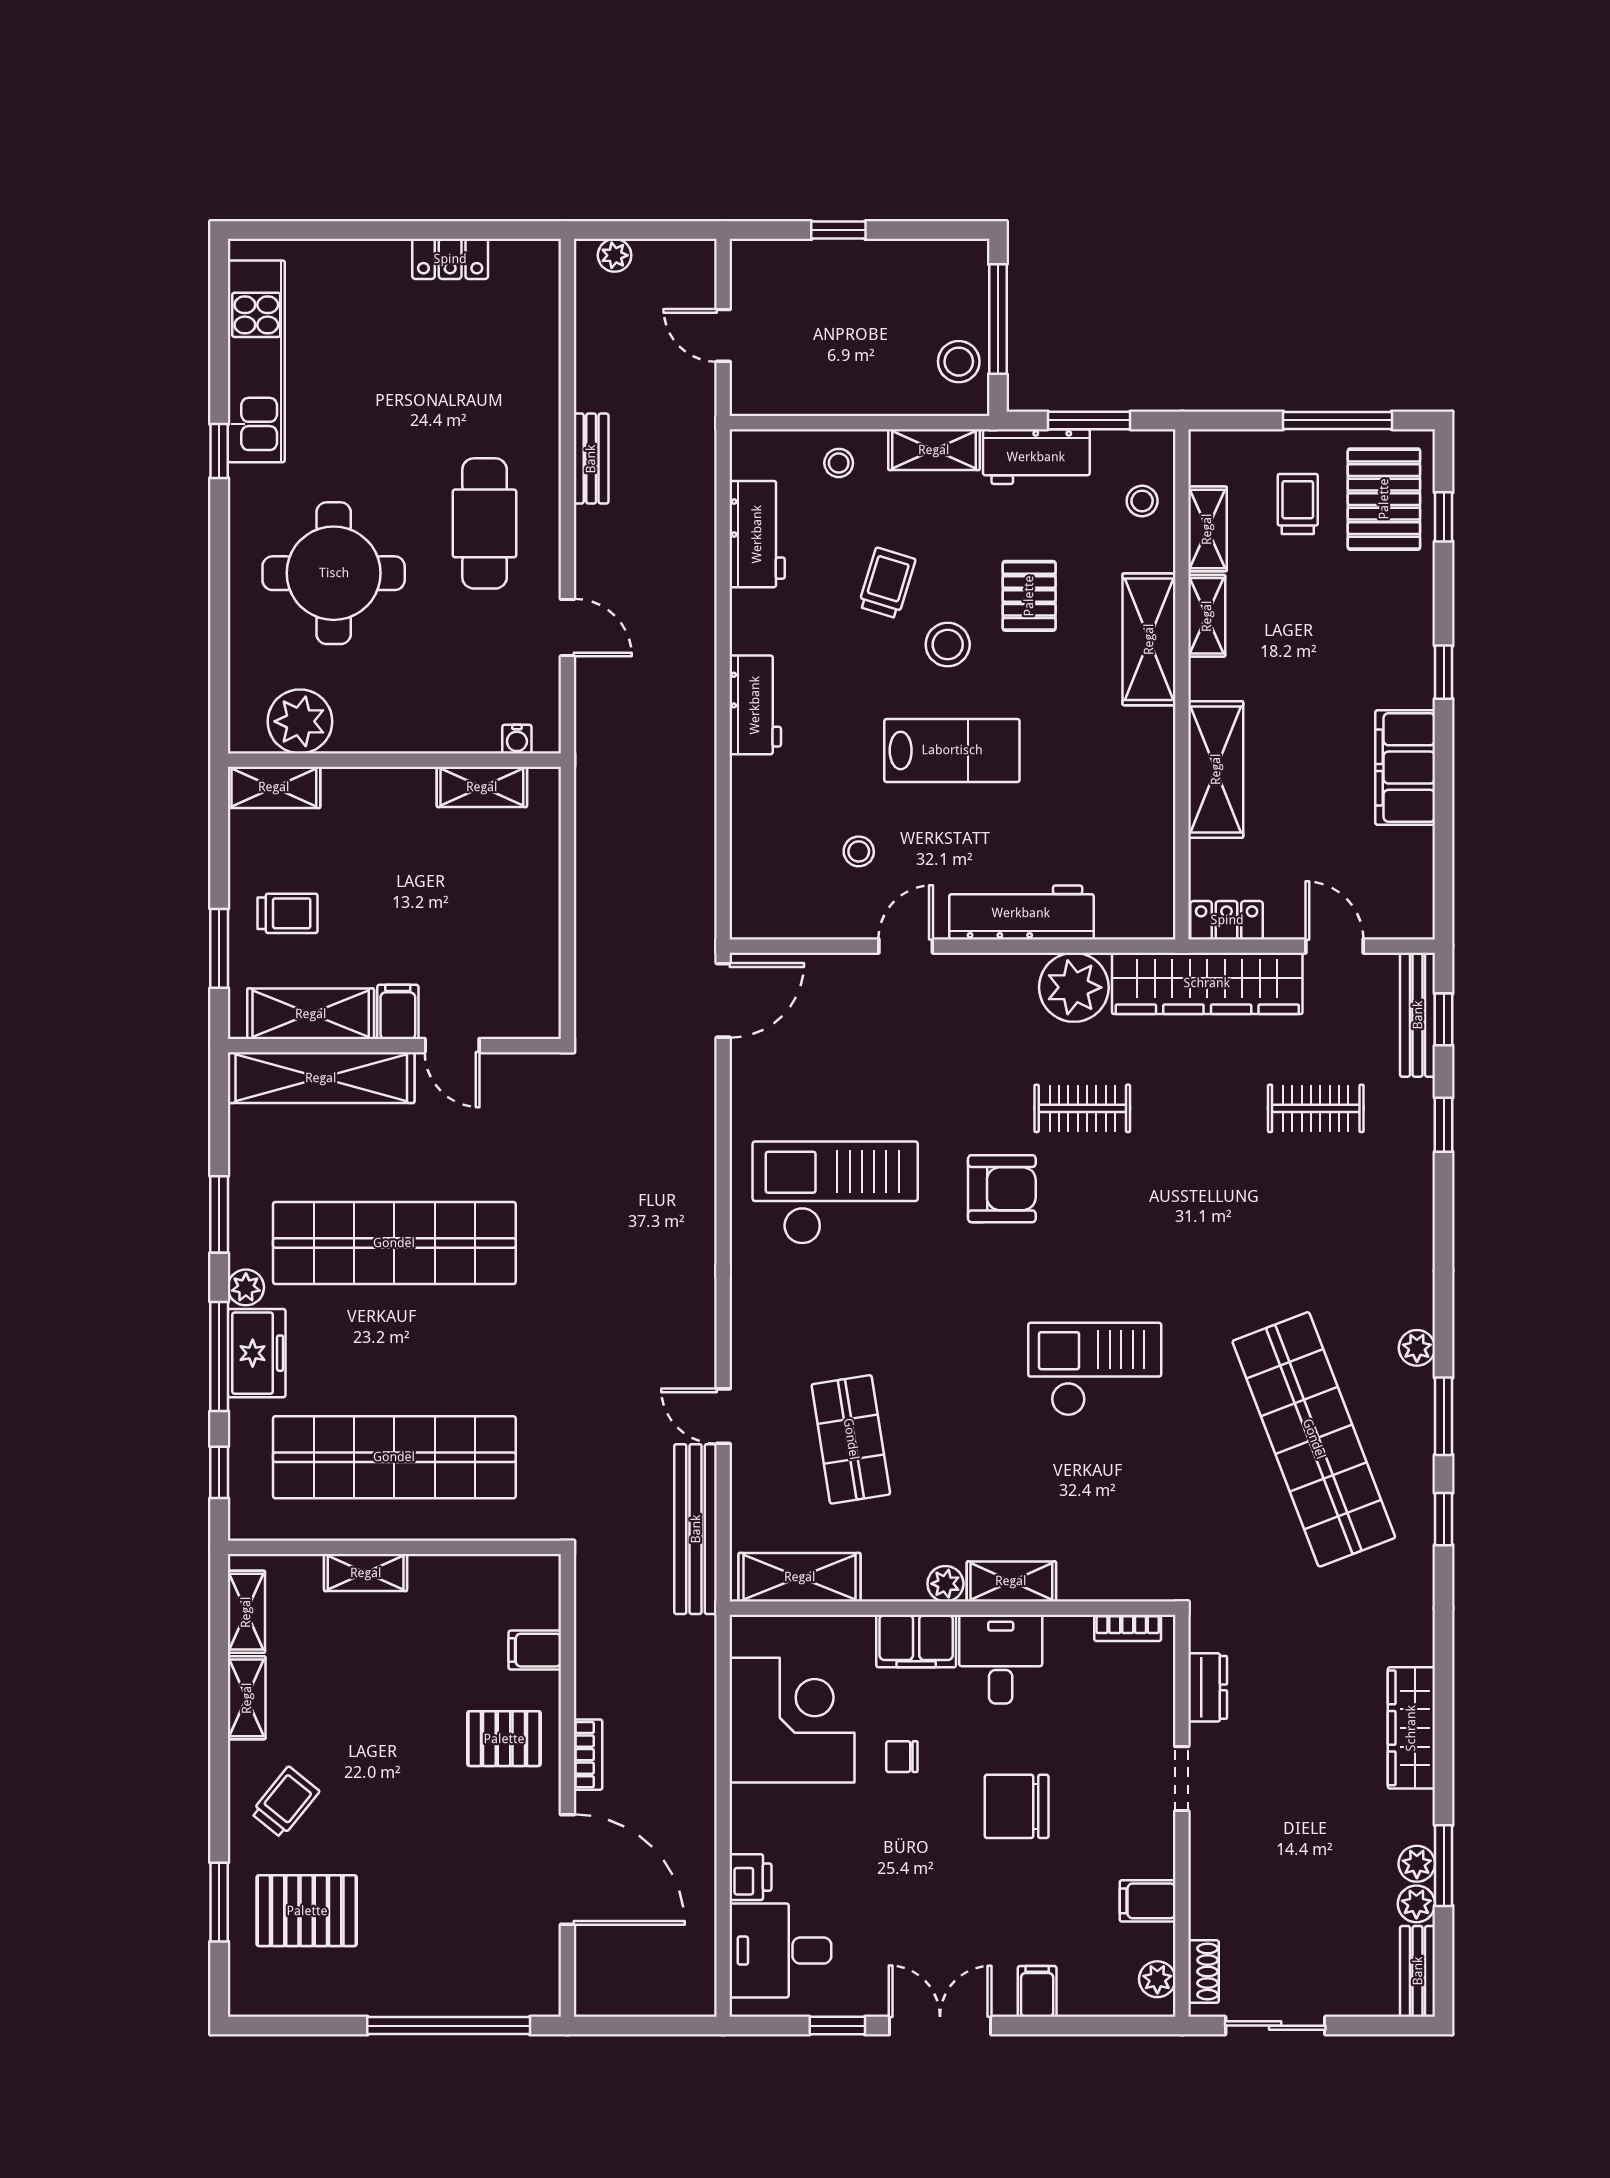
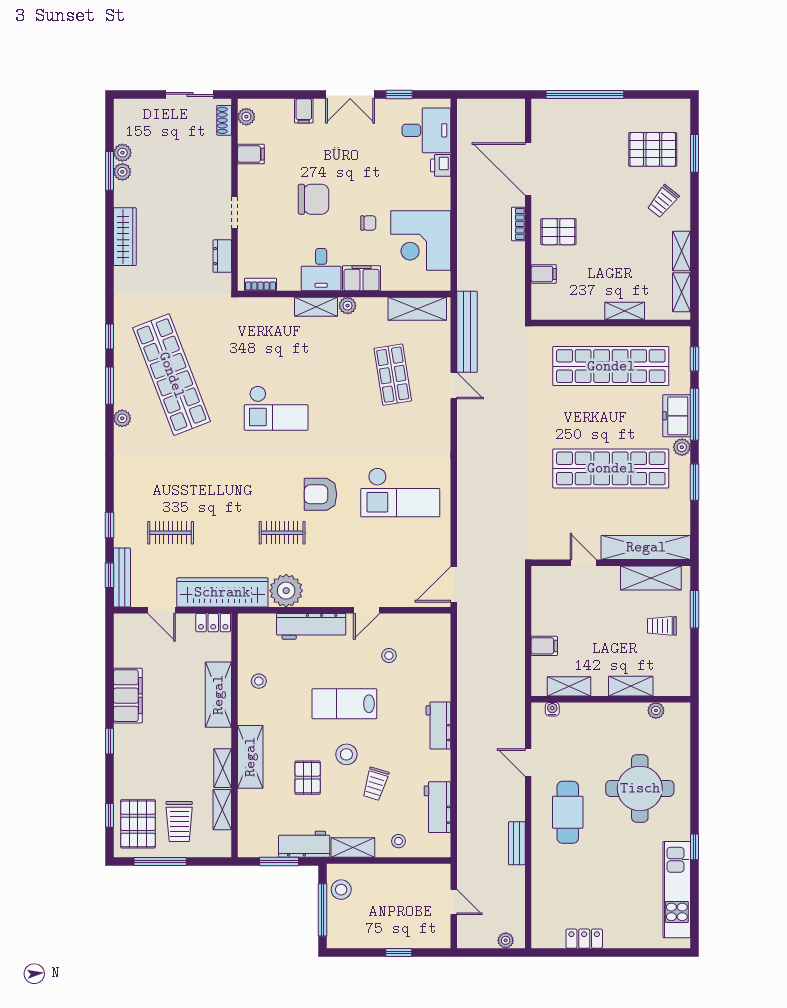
stool: (1142, 501) -> (259, 681), moved
trolley: (1298, 504) -> (179, 822), width x1.36, depth x1.39
plant: (300, 721) -> (656, 710), width x0.53, depth x0.53
shelving: (274, 787) -> (631, 686), moved
filing cabinet: (398, 1012) -> (544, 646), moved, turned -90
bench: (1418, 1971) -> (122, 120), removed

